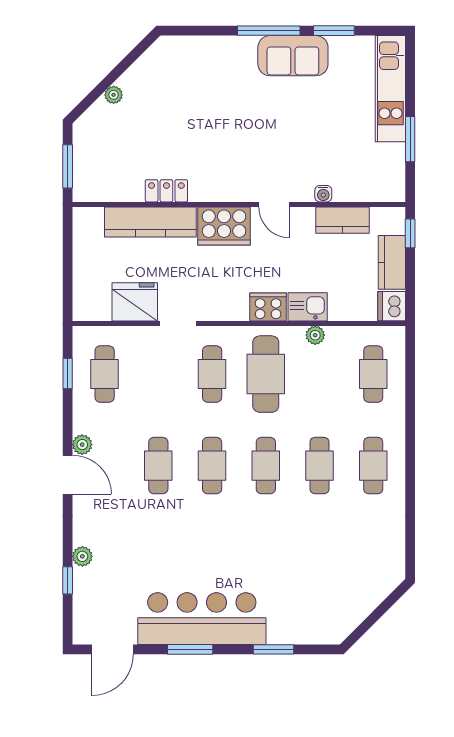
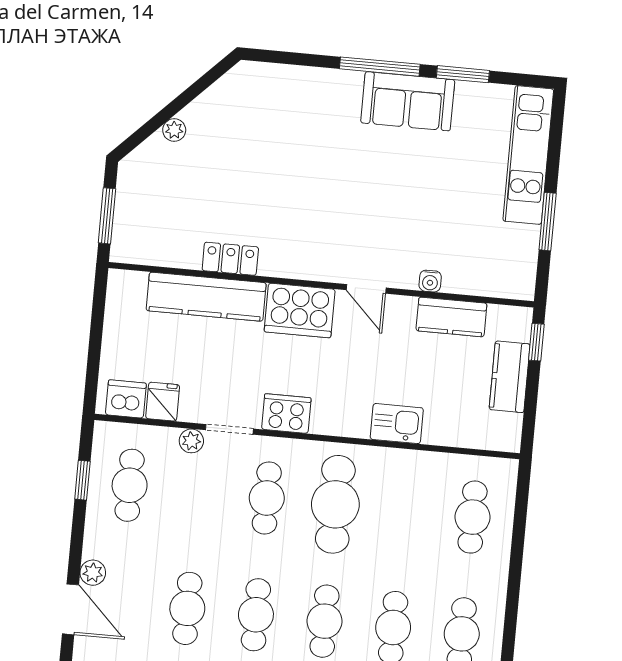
fridge: (135, 302) -> (163, 402), width x0.53, depth x0.75
dishwasher: (392, 306) -> (126, 399), moved, turned 90
cooker: (268, 307) -> (286, 414), moved
plant: (315, 335) -> (191, 441), moved

